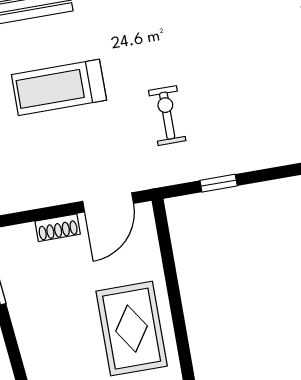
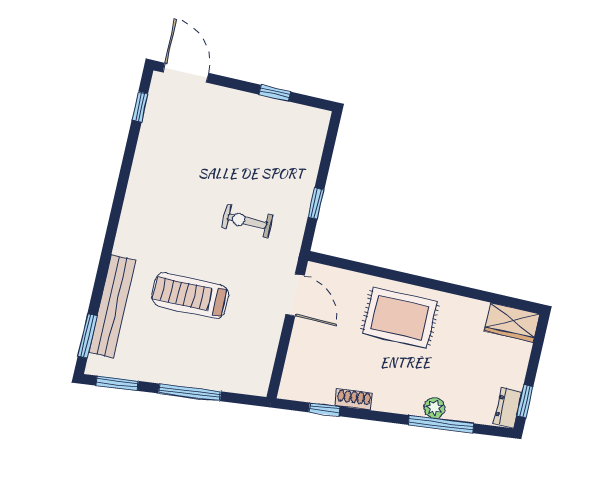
treadmill: (59, 87) -> (190, 295), turned 90
shoe rack: (58, 228) -> (354, 399), moved, turned -96

